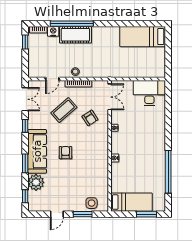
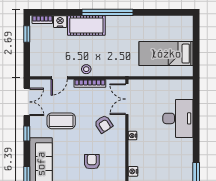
window: (72, 24) -> (107, 12), moved
bed: (143, 37) -> (166, 54), moved
desk: (149, 93) -> (178, 118), moved, turned 90
double door: (110, 97) -> (127, 99), swing flipped
coffee table: (64, 110) -> (61, 121), moved, turned 41
armchair: (65, 153) -> (92, 162), moved

